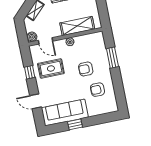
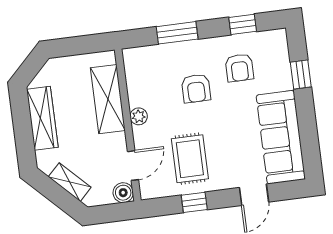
window: (119, 90) -> (243, 24), added
window: (75, 124) -> (301, 75), moved

